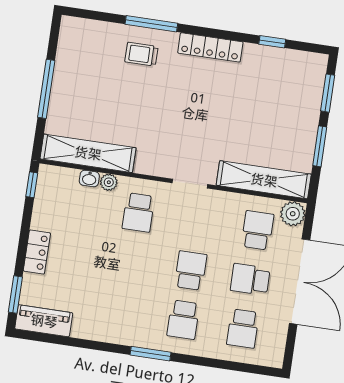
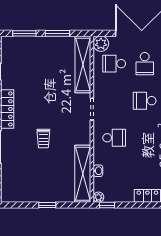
trolley: (141, 54) -> (43, 139), moved
window: (46, 89) -> (47, 205), width x0.46
plant: (109, 182) -> (98, 197), moved

